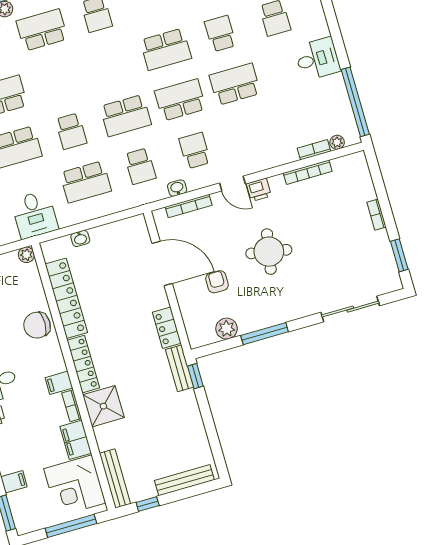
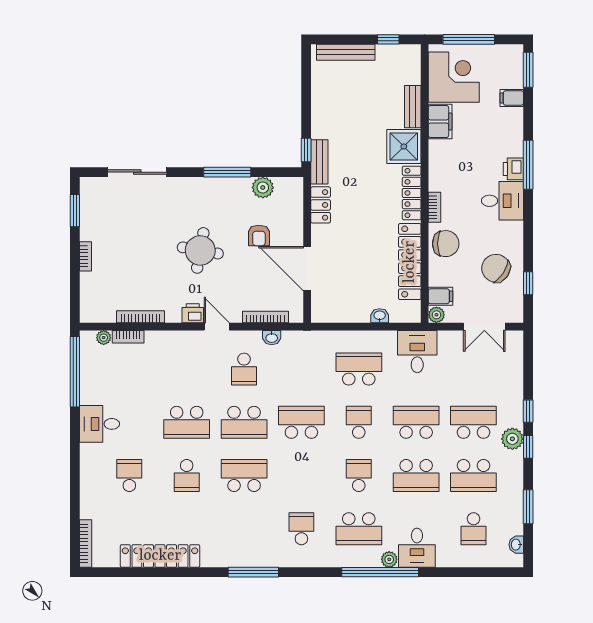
school desk: (140, 166) -> (359, 476), moved
filing cabinet: (59, 383) -> (441, 296), moved
bookcase: (72, 406) -> (435, 207), moved
bench: (115, 479) -> (413, 107), moved, width x0.73

